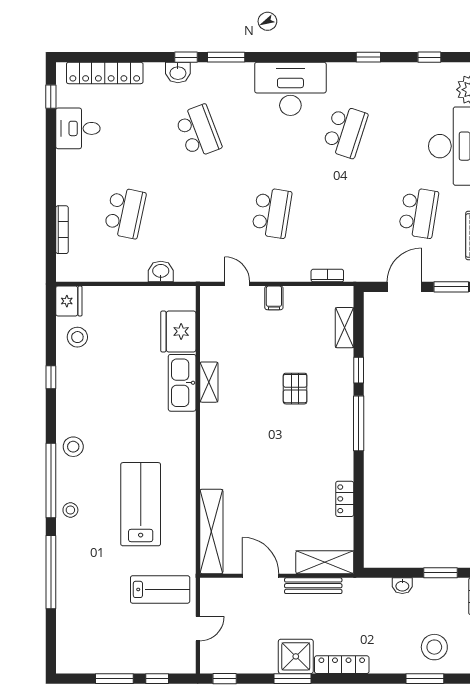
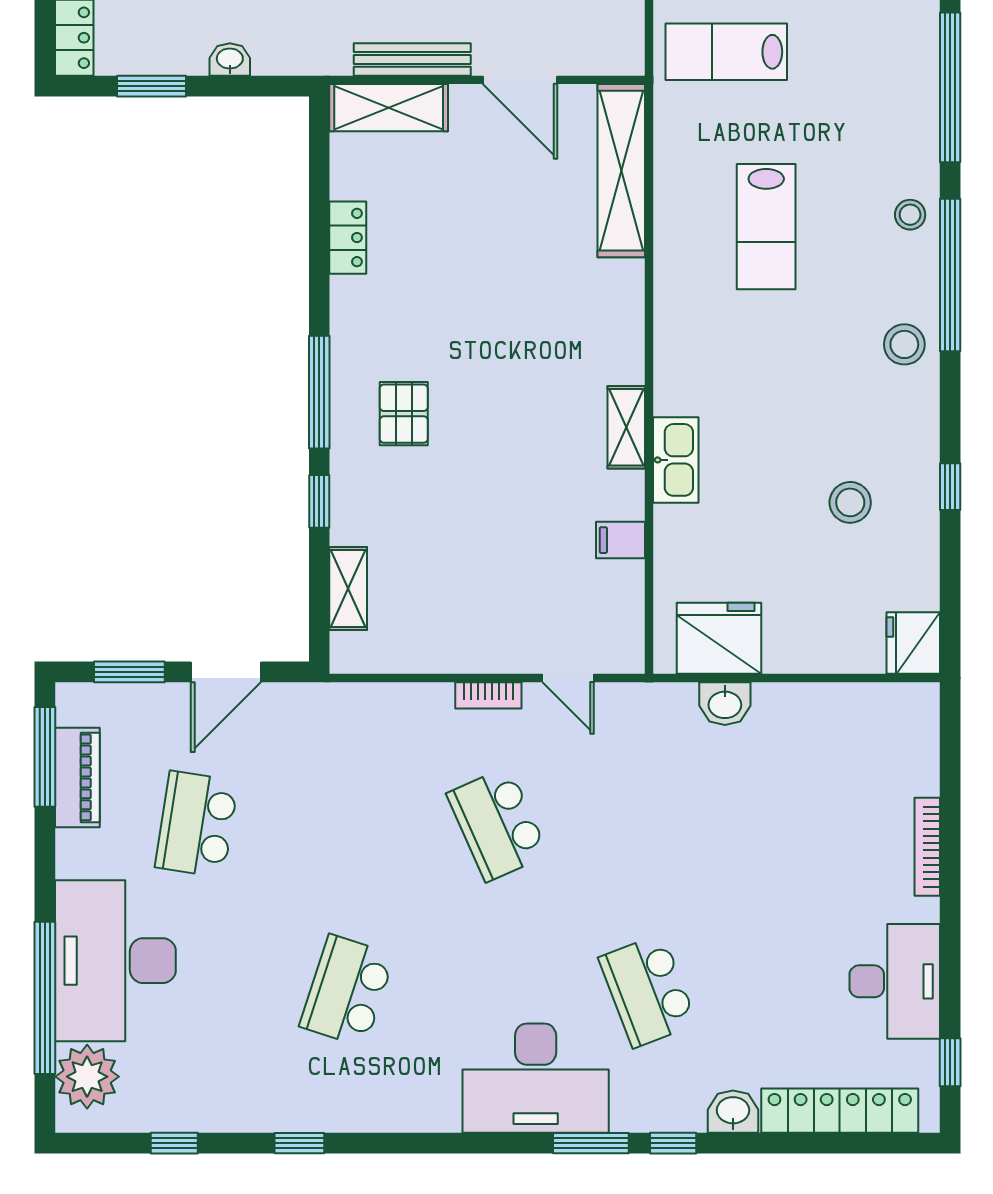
washbasin: (178, 73) -> (733, 1112), moved
desk: (290, 89) -> (536, 1078), moved
desk: (78, 128) -> (895, 981), width x1.37
school desk: (125, 213) -> (798, 824), removed
school desk: (272, 213) -> (497, 824), turned -33
bookcase: (62, 230) -> (927, 847), moved
bookcase: (327, 276) -> (488, 695), moved
filing cabinet: (274, 298) -> (620, 540), moved, turned -90
fridge: (178, 331) -> (719, 638), moved, turned -90
stool: (77, 337) -> (850, 502), moved
shelving: (209, 382) -> (626, 427), moved
kitchen sink: (182, 383) -> (676, 460), width x0.73, depth x0.81
pallet: (295, 389) -> (404, 414), moved
lab bench: (141, 504) -> (766, 227), width x0.73, depth x0.72

